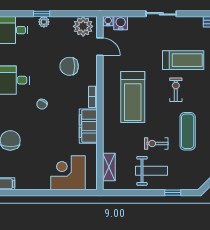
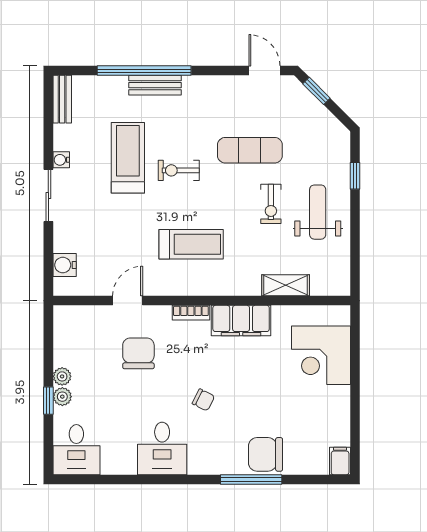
water cooler: (108, 21) -> (61, 160), moved
plant: (83, 26) -> (62, 376), moved, width x0.53, depth x0.53
door: (100, 47) -> (128, 301), moved
chair: (69, 66) -> (138, 353), turned 180
treadmill: (133, 97) -> (191, 244), width x0.73, depth x0.73
shelving: (109, 167) -> (286, 285), moved

